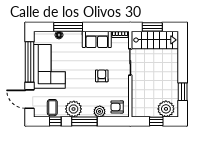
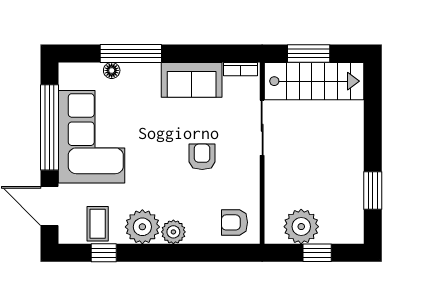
plant: (166, 109) -> (301, 227), moved
plant: (100, 111) -> (173, 232), moved
window: (84, 121) -> (165, 253), removed

